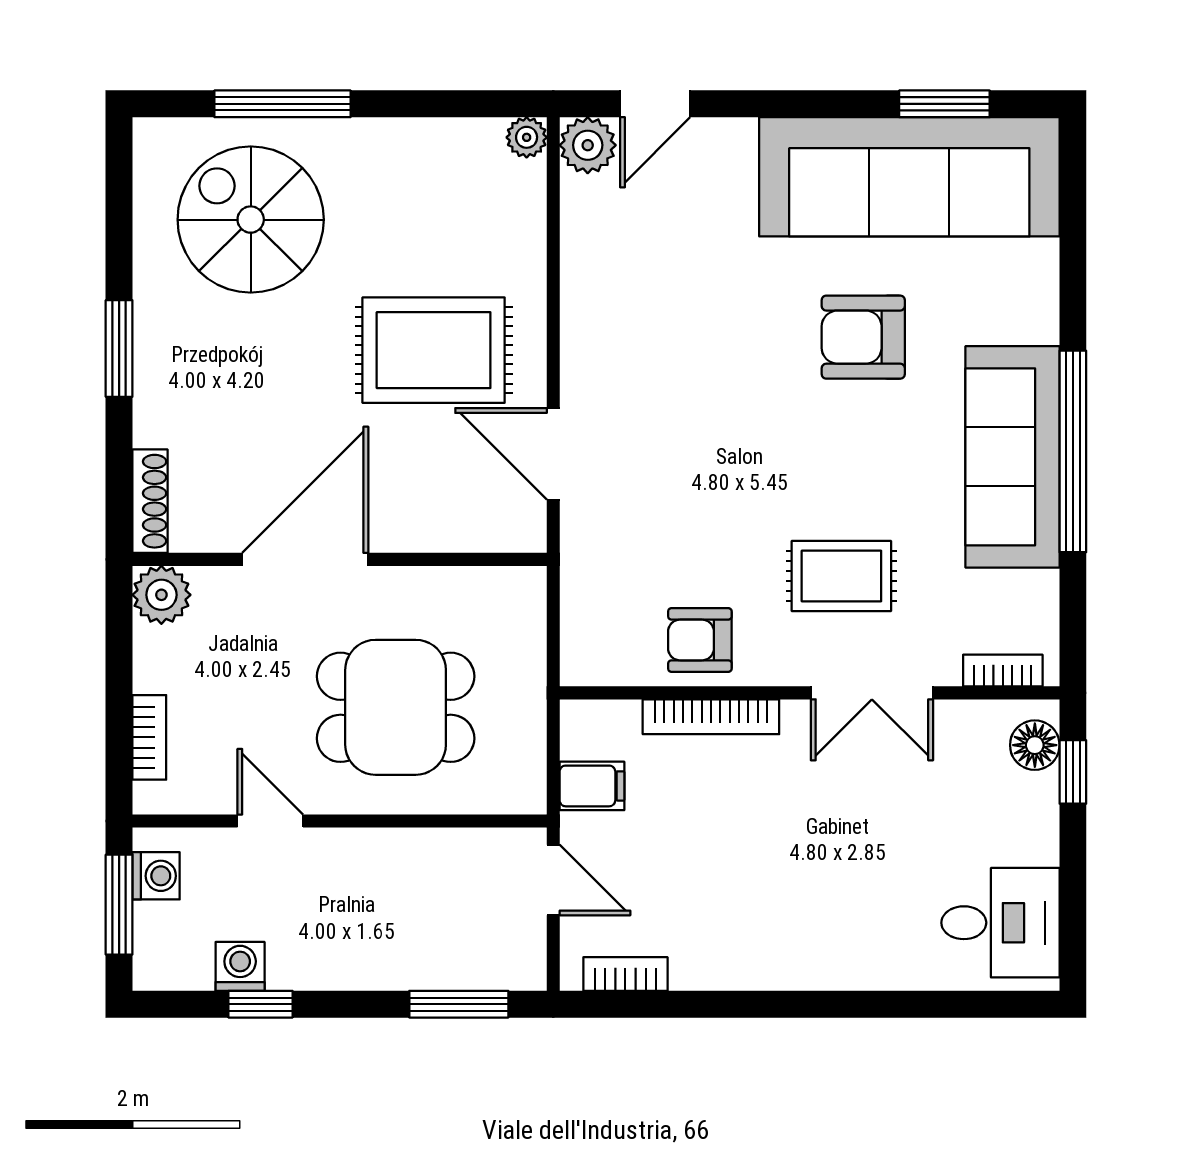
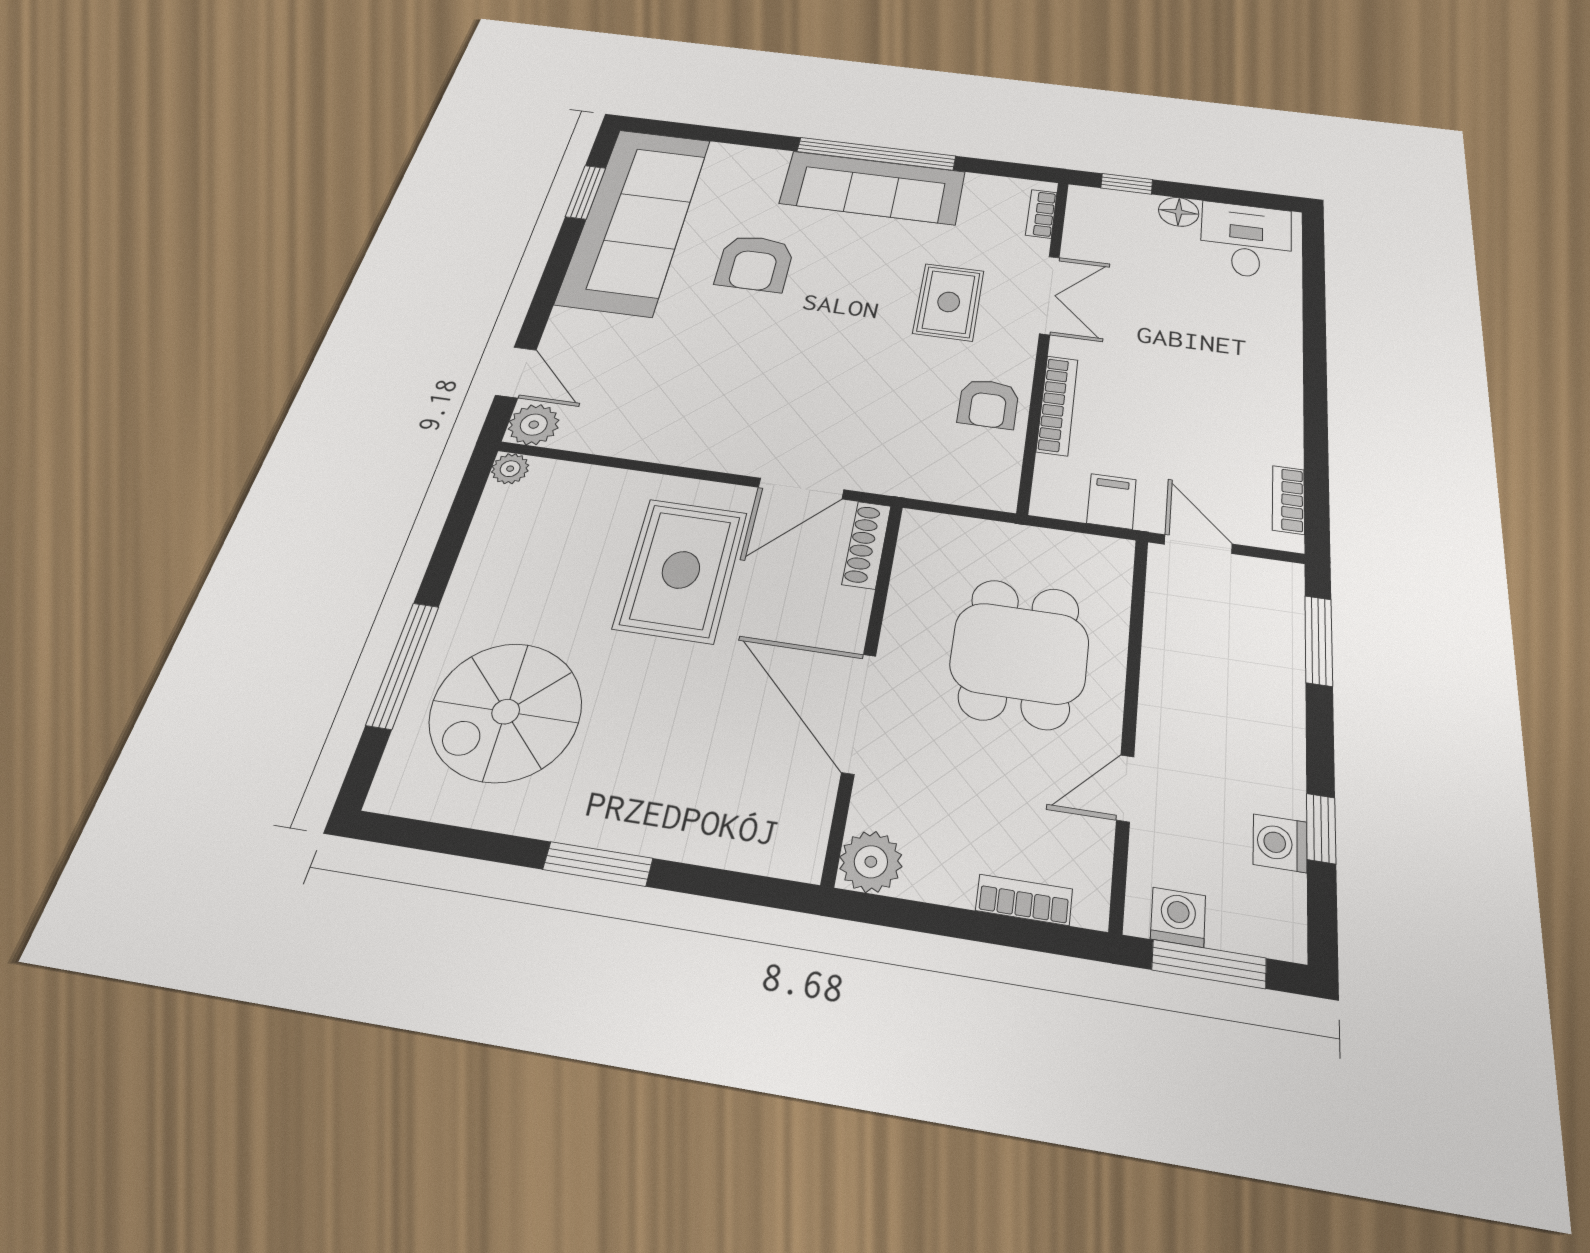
shoe rack: (150, 501) -> (867, 545), moved, turned -90
floor lamp: (1035, 745) -> (1179, 212), moved
door: (553, 880) -> (1198, 544), hinge flipped

